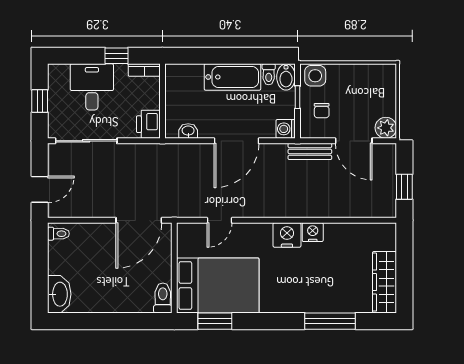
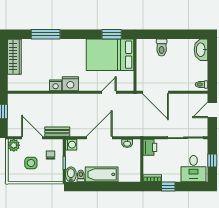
side table: (315, 76) -> (31, 163), moved
desk: (92, 87) -> (194, 169), moved
door: (139, 220) -> (155, 92), swing flipped
toilet: (163, 298) -> (162, 47), moved

